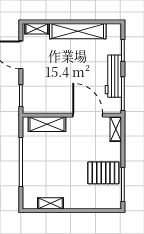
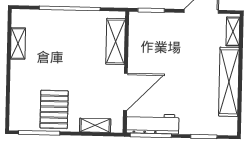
workbench: (113, 76) -> (153, 124), moved
shelving: (116, 129) -> (95, 125), moved

